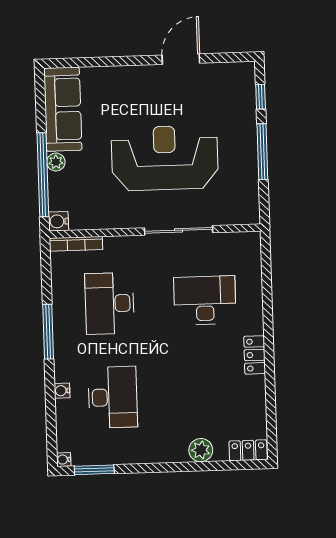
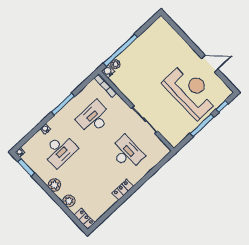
sofa: (63, 109) -> (152, 36), removed
reception desk: (165, 158) -> (190, 91), moved
plant: (56, 162) -> (115, 64), moved
plant: (158, 451) -> (54, 185), added

